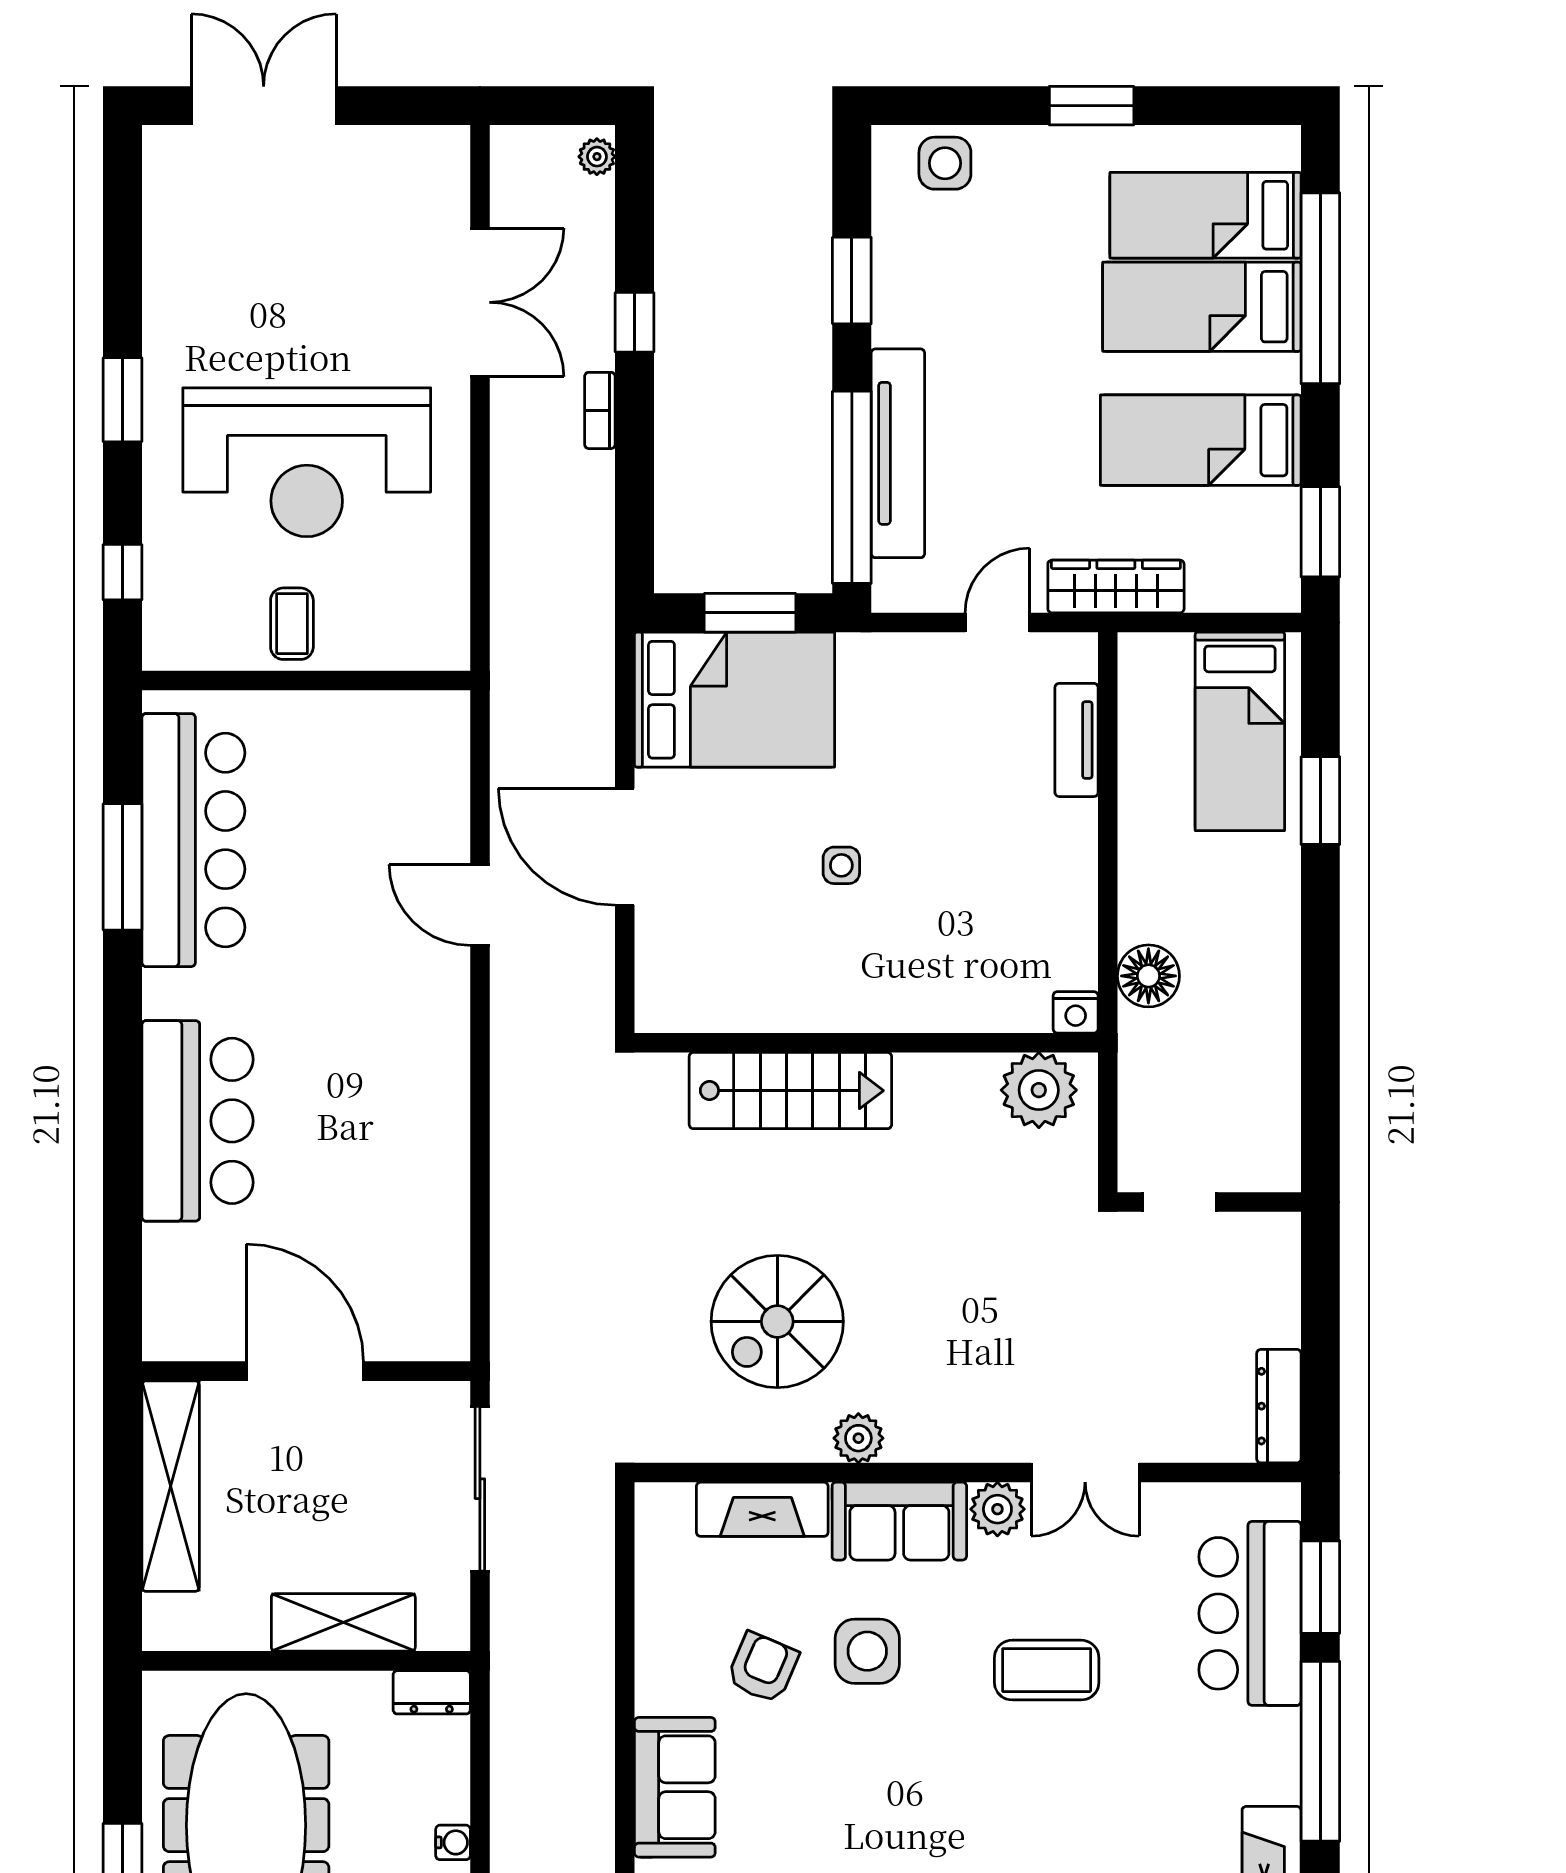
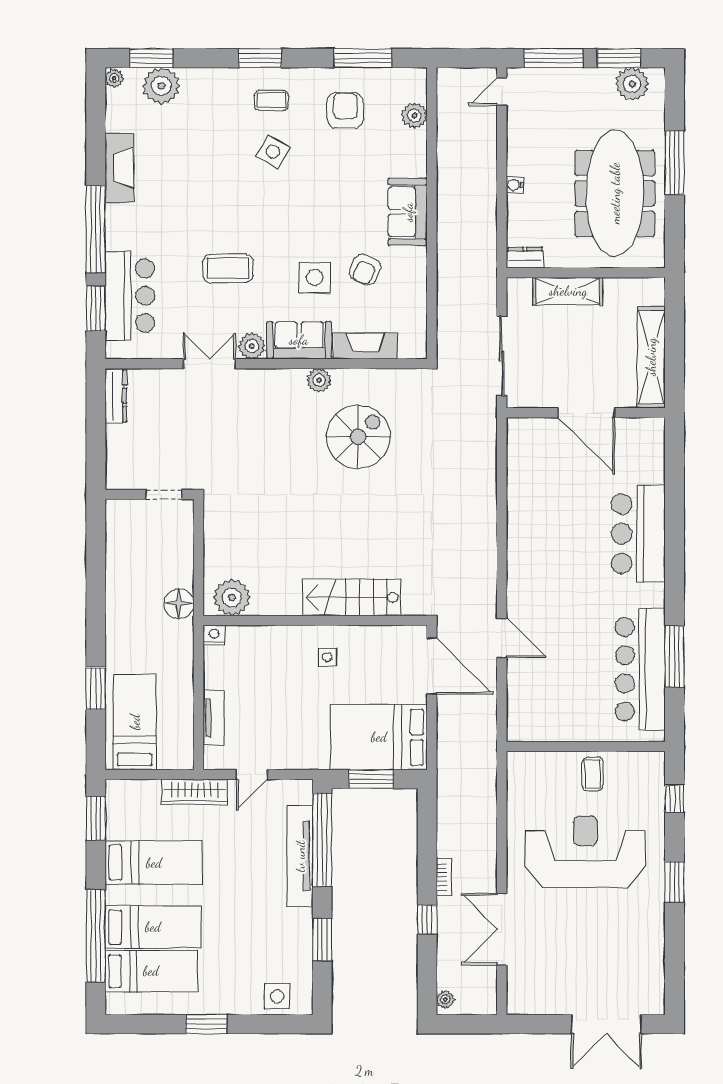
nightstand: (1076, 1012) -> (214, 635), moved
wall: (866, 1043) -> (315, 620), moved
plant: (1039, 1090) -> (232, 598), moved
stairs: (790, 1091) -> (352, 597), moved

